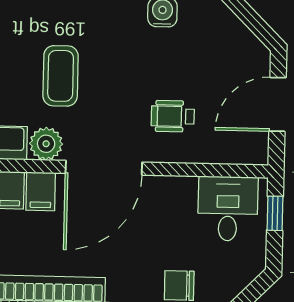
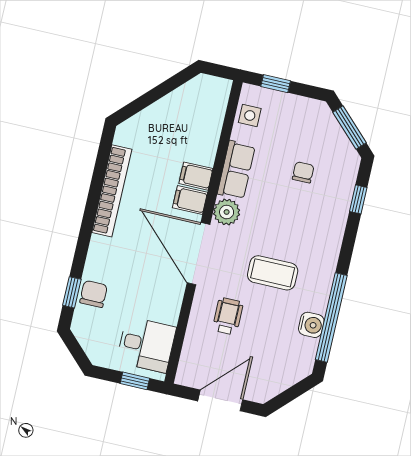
coffee table: (61, 76) -> (273, 273), moved
door: (277, 104) -> (220, 400), hinge flipped

